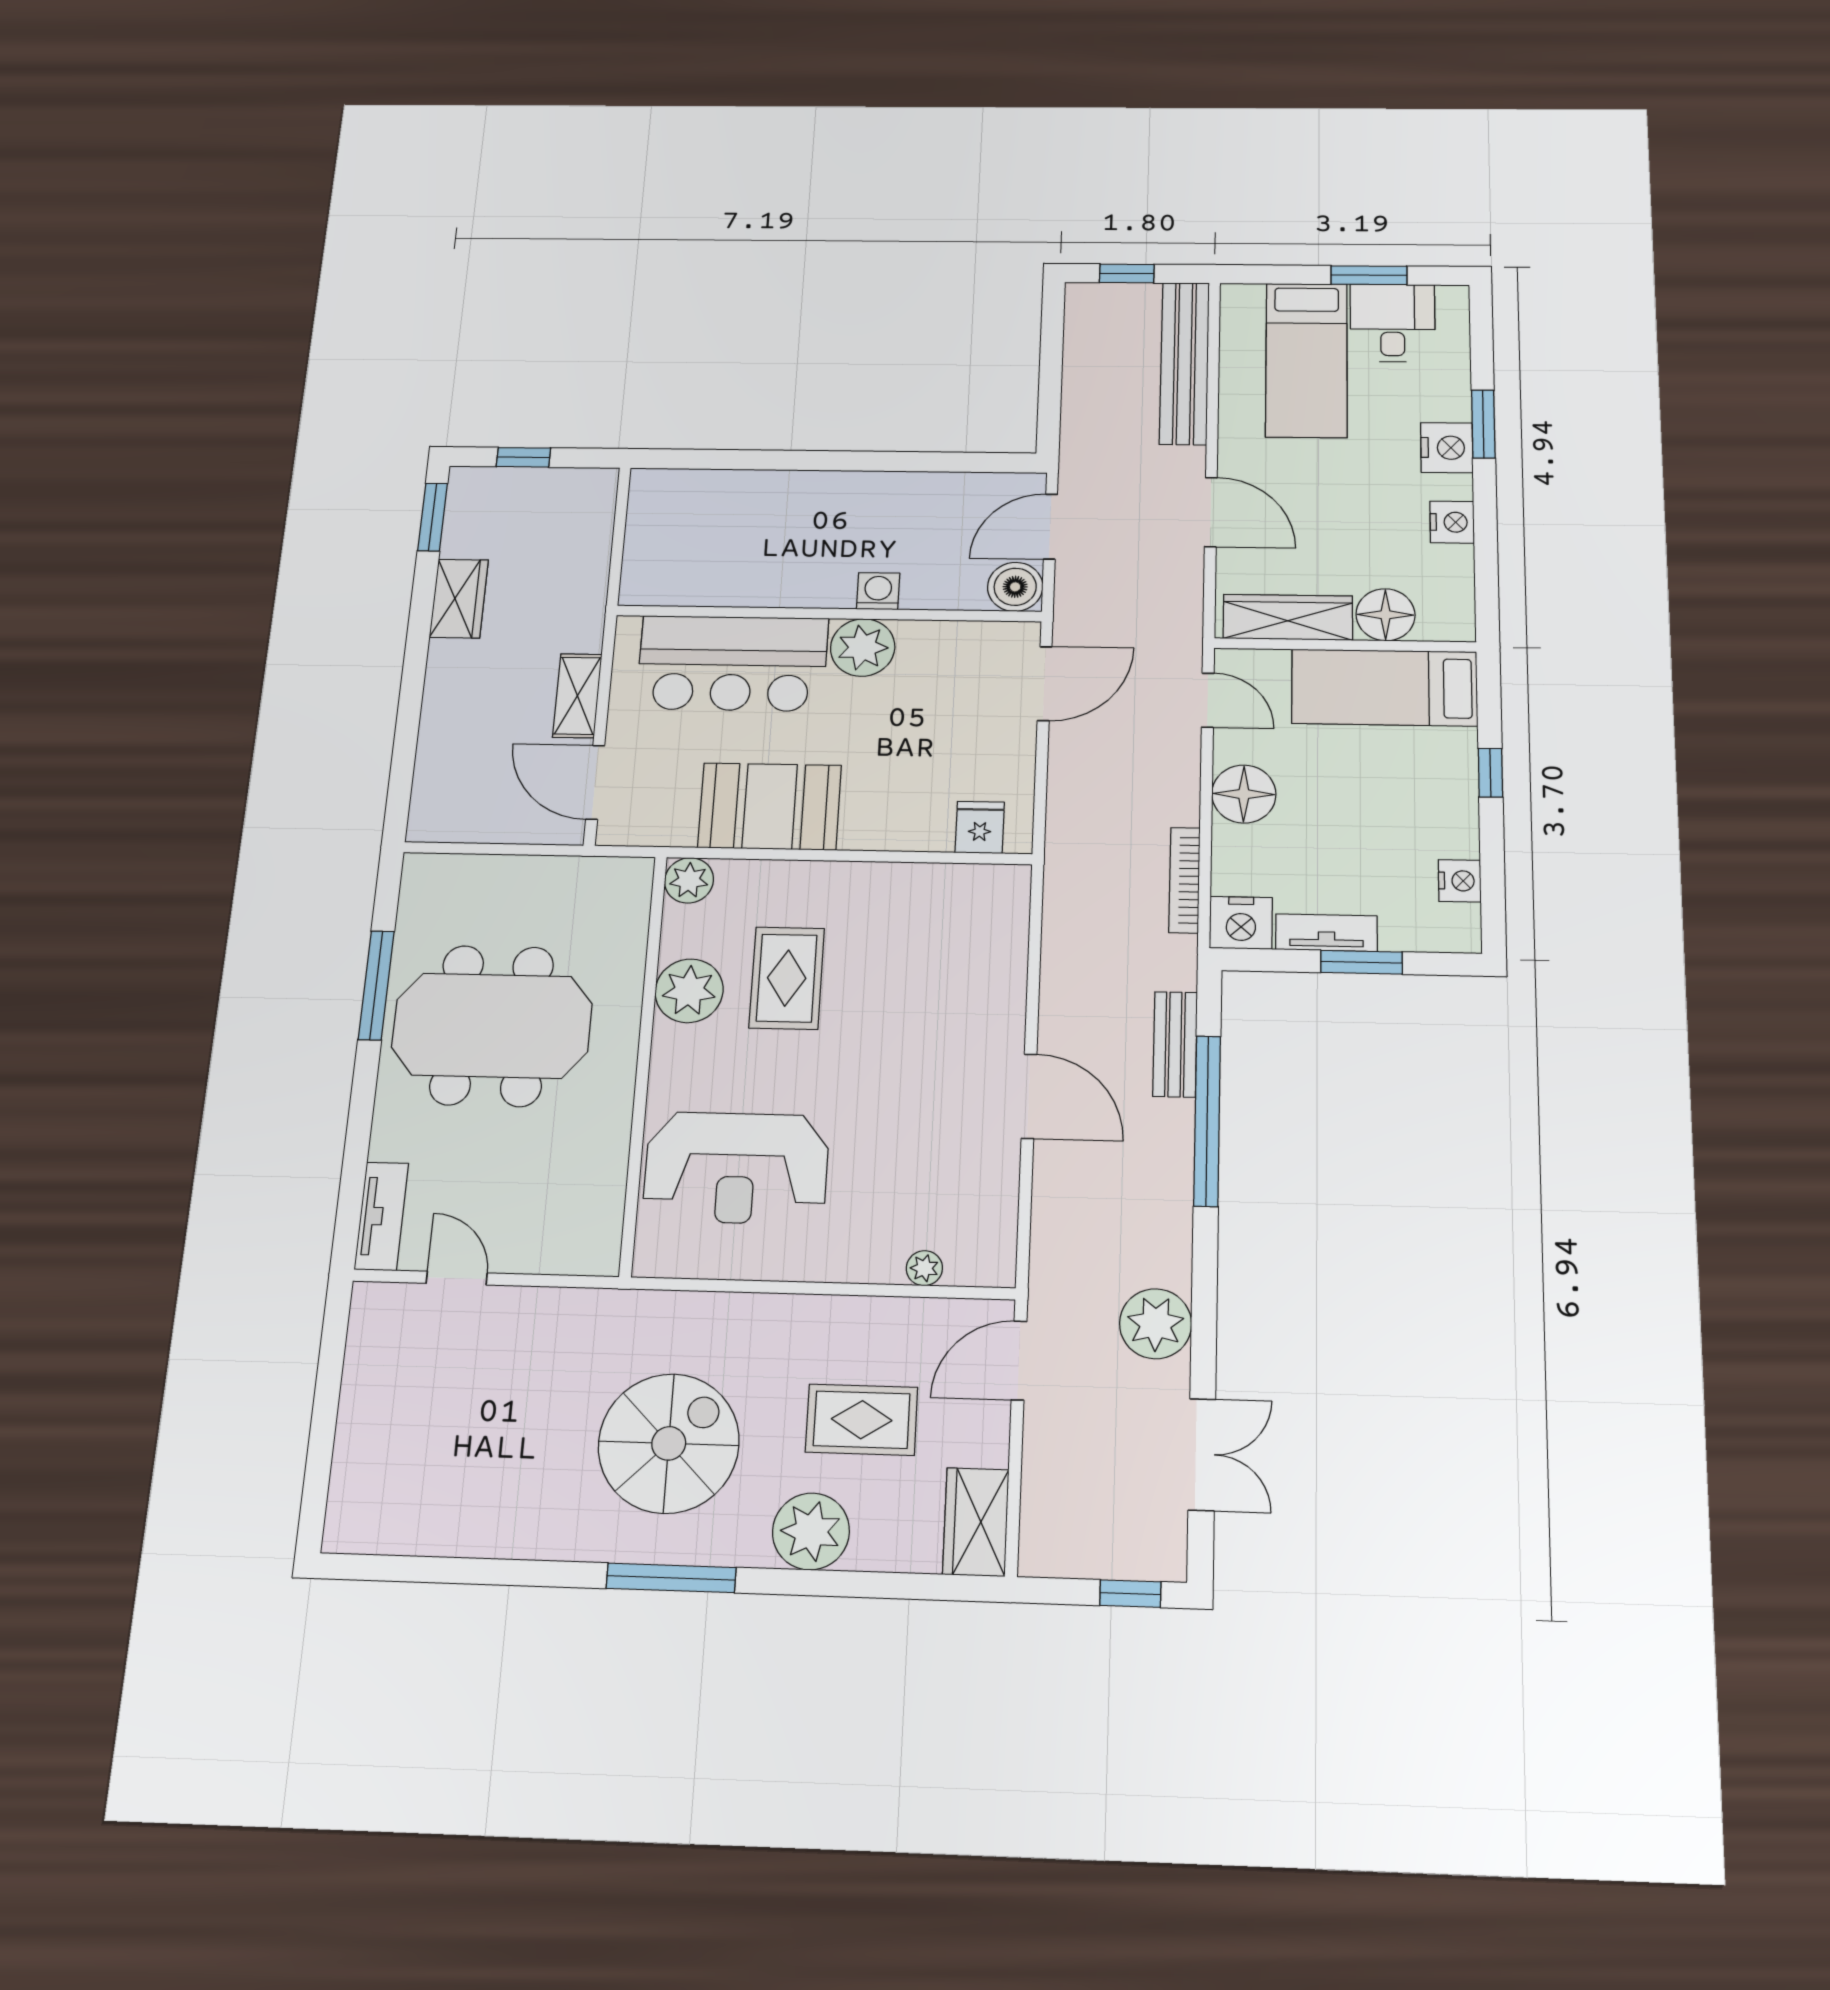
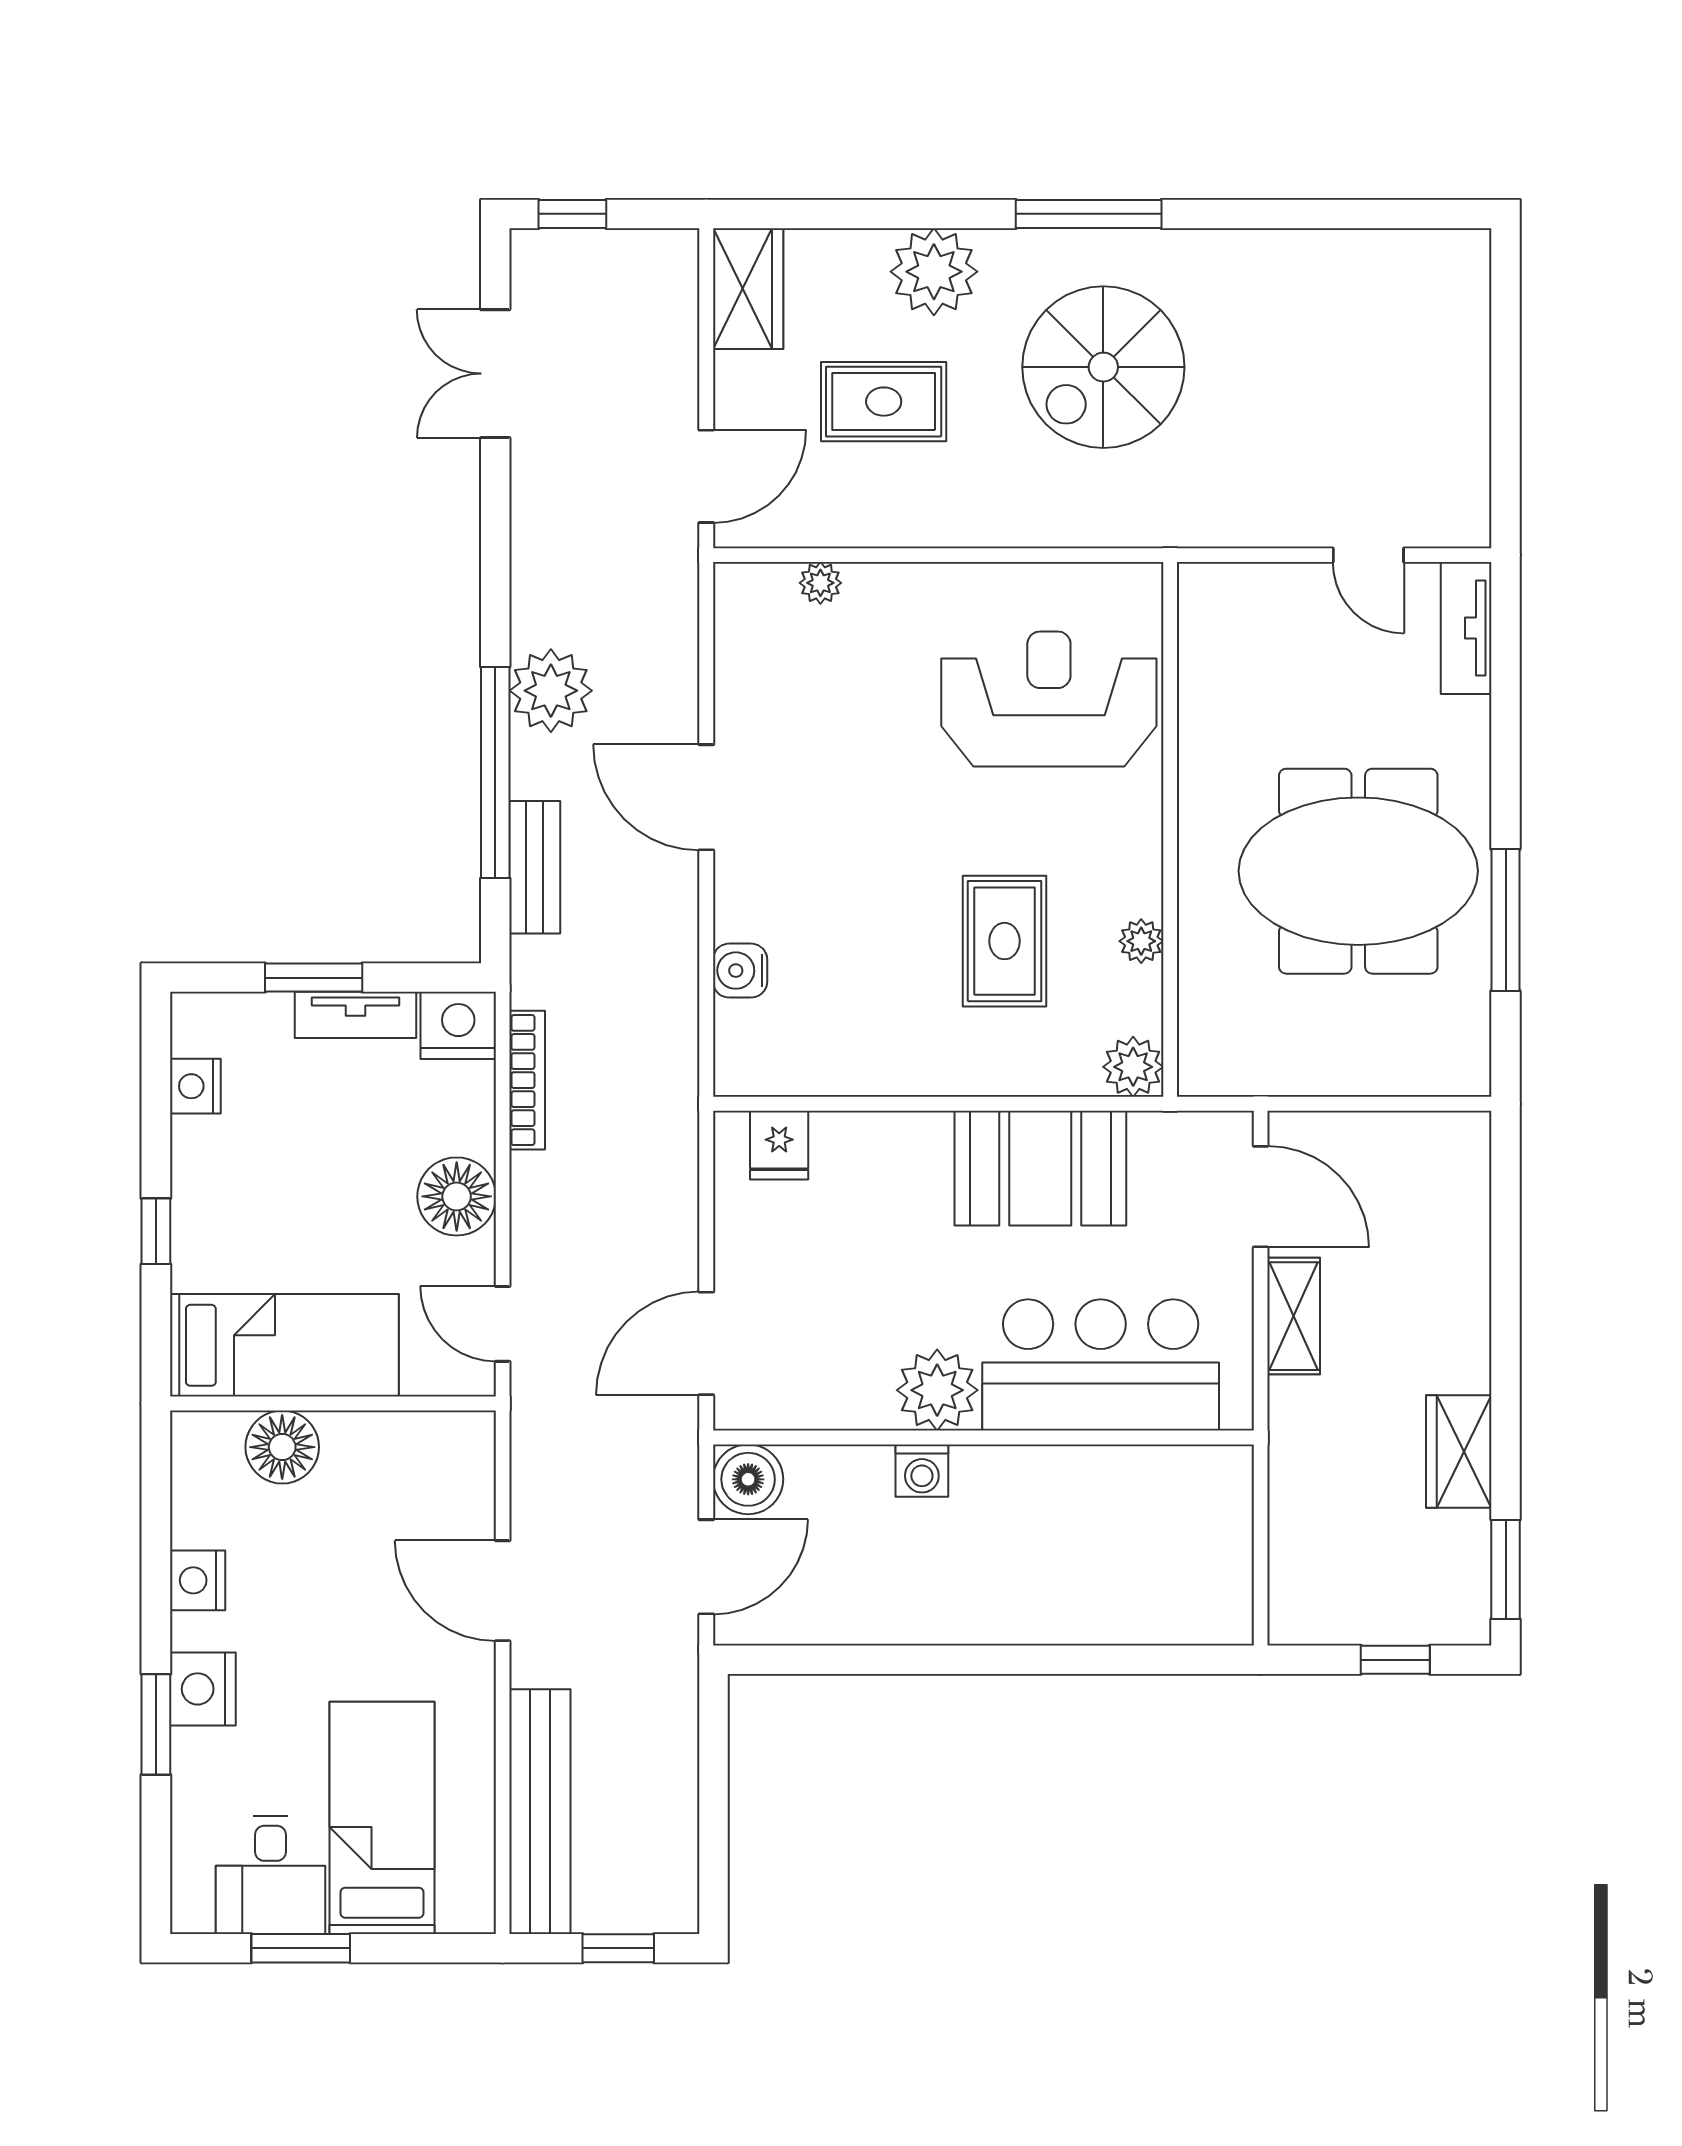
wardrobe: (1288, 617) -> (404, 1442), removed
water cooler: (1006, 960) -> (740, 971), added
plant: (689, 991) -> (1141, 941), width x0.53, depth x0.53
plant: (1156, 1324) -> (551, 691), moved

